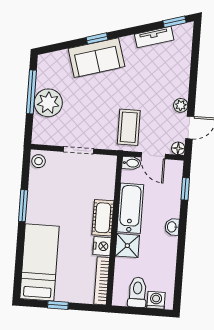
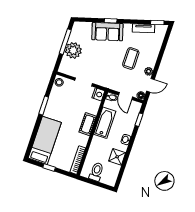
coffee table: (129, 127) -> (131, 58), moved
nightstand: (102, 246) -> (98, 94), moved
shower: (127, 246) -> (117, 157), moved
washing machine: (156, 300) -> (106, 179), removed

